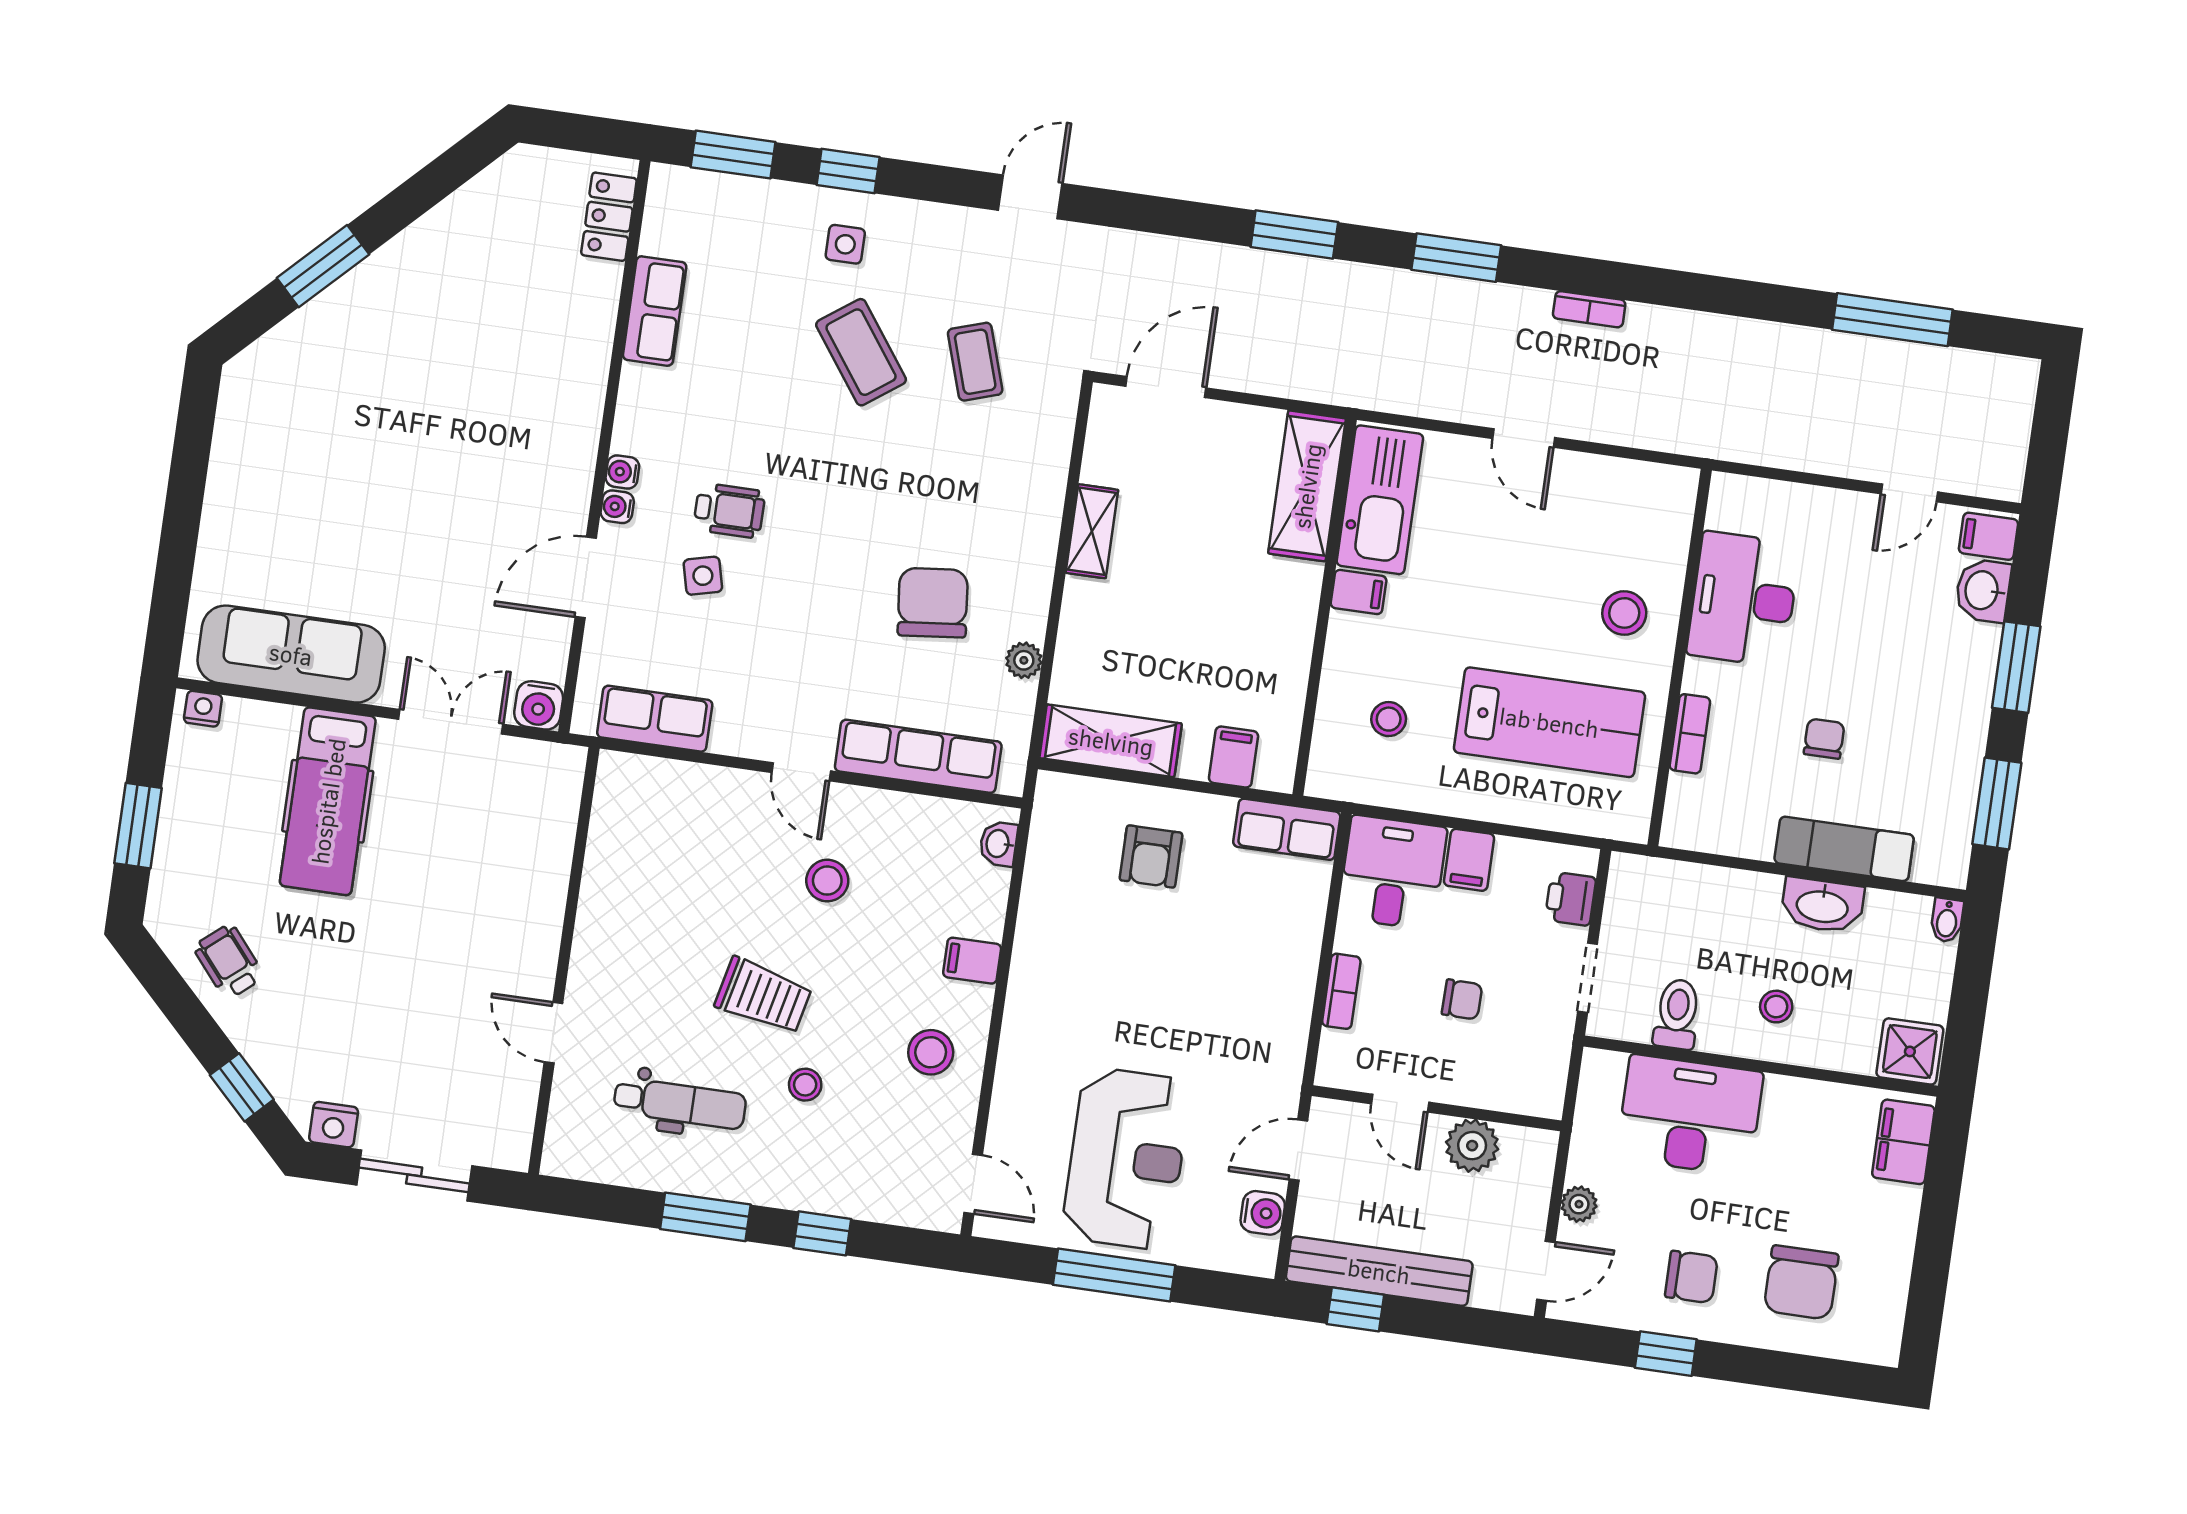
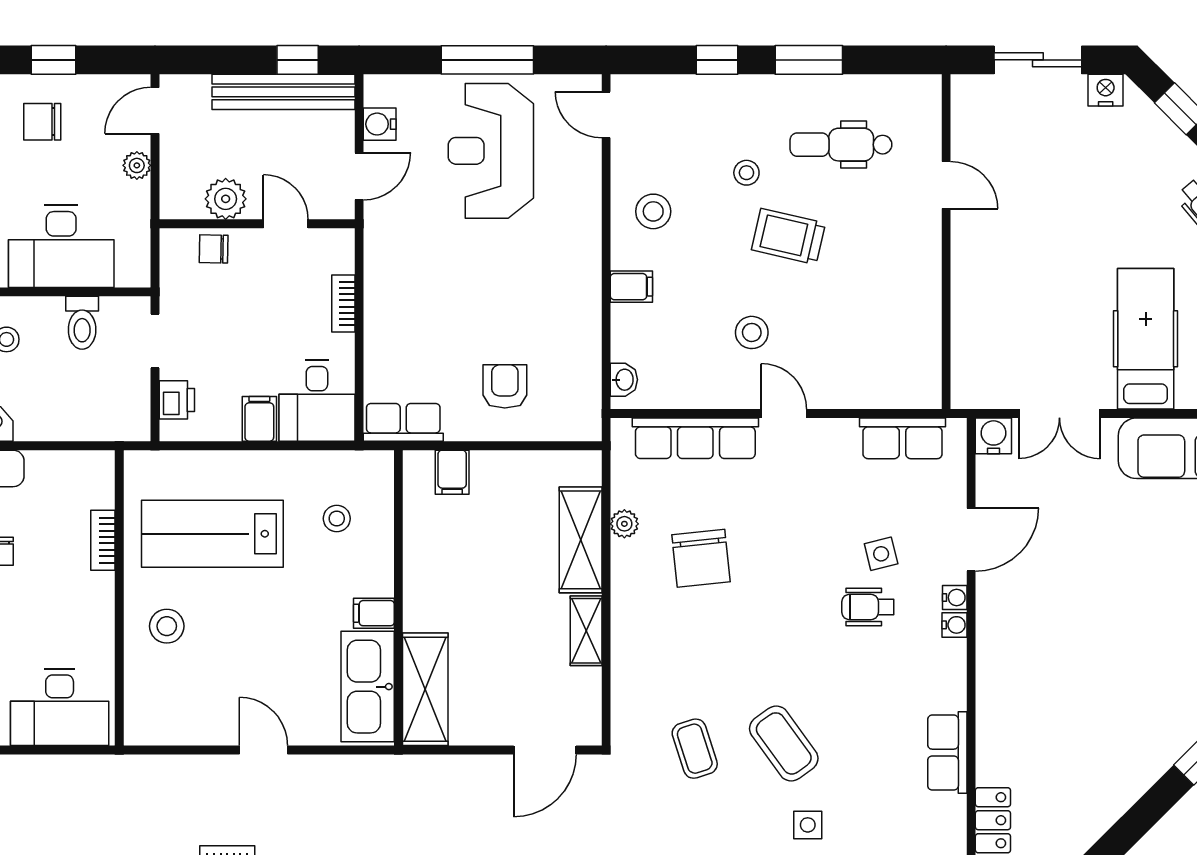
desk: (1743, 599) -> (60, 707), moved, turned 90
shelving: (1111, 741) -> (581, 540), moved, turned 90
chair: (1462, 999) -> (214, 249), moved

